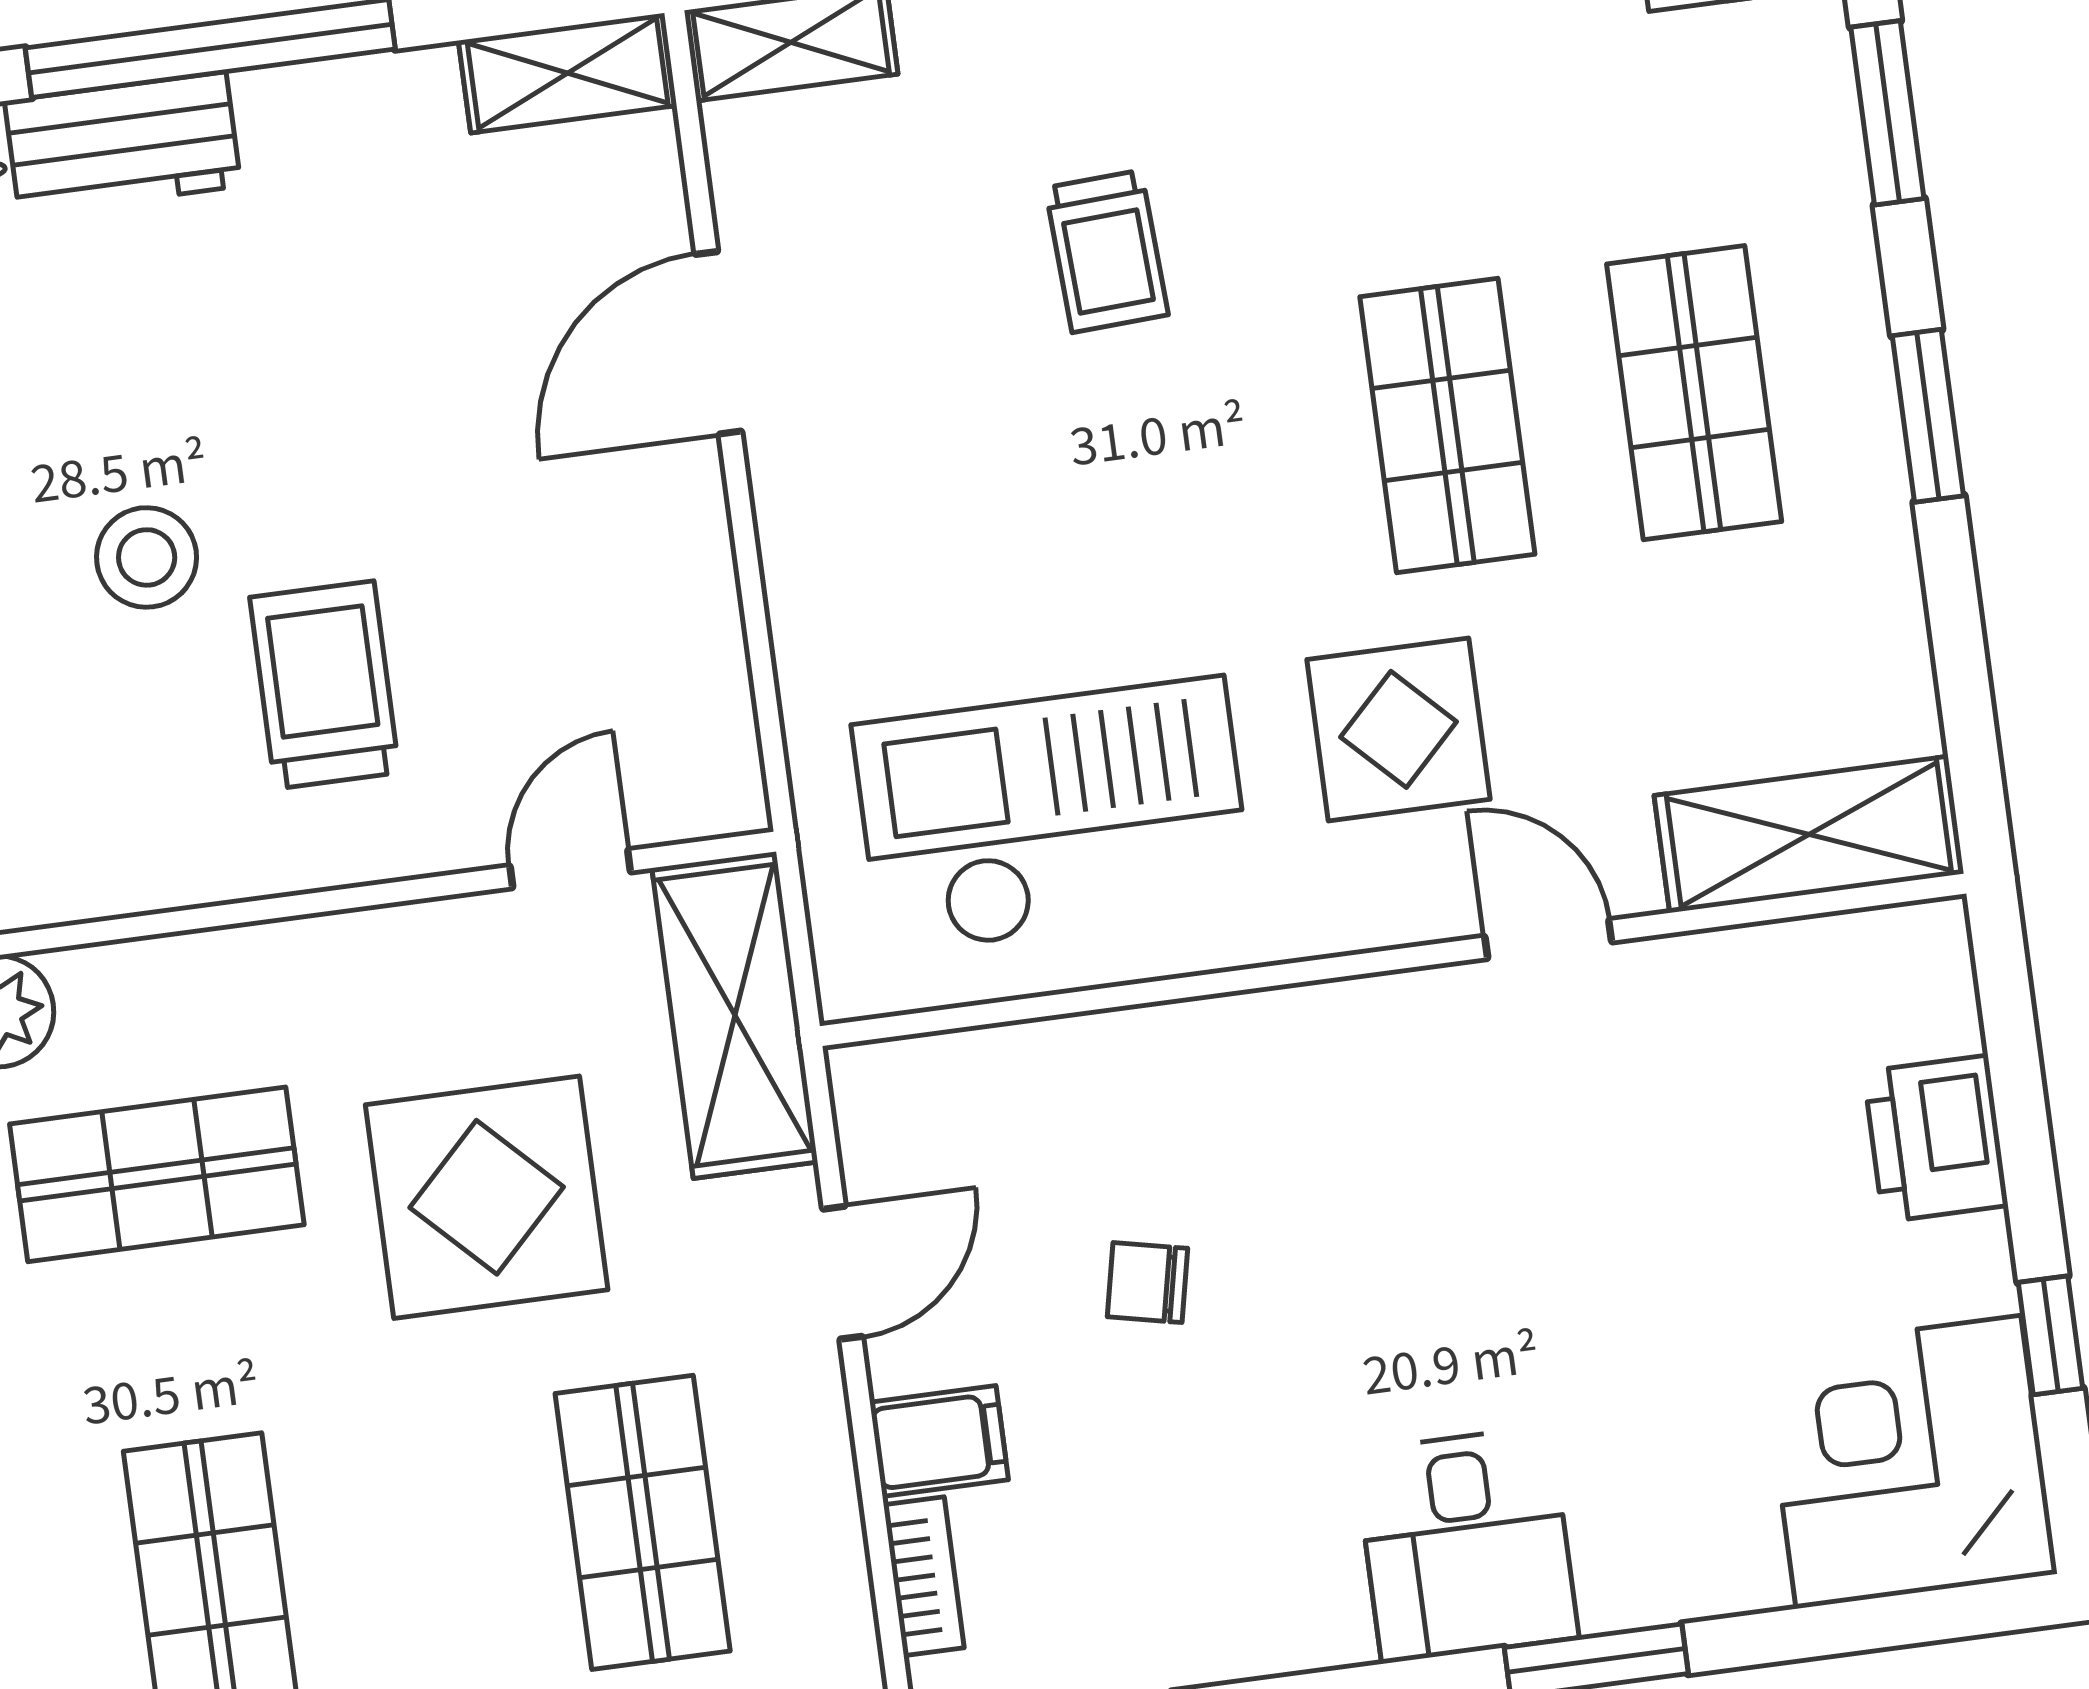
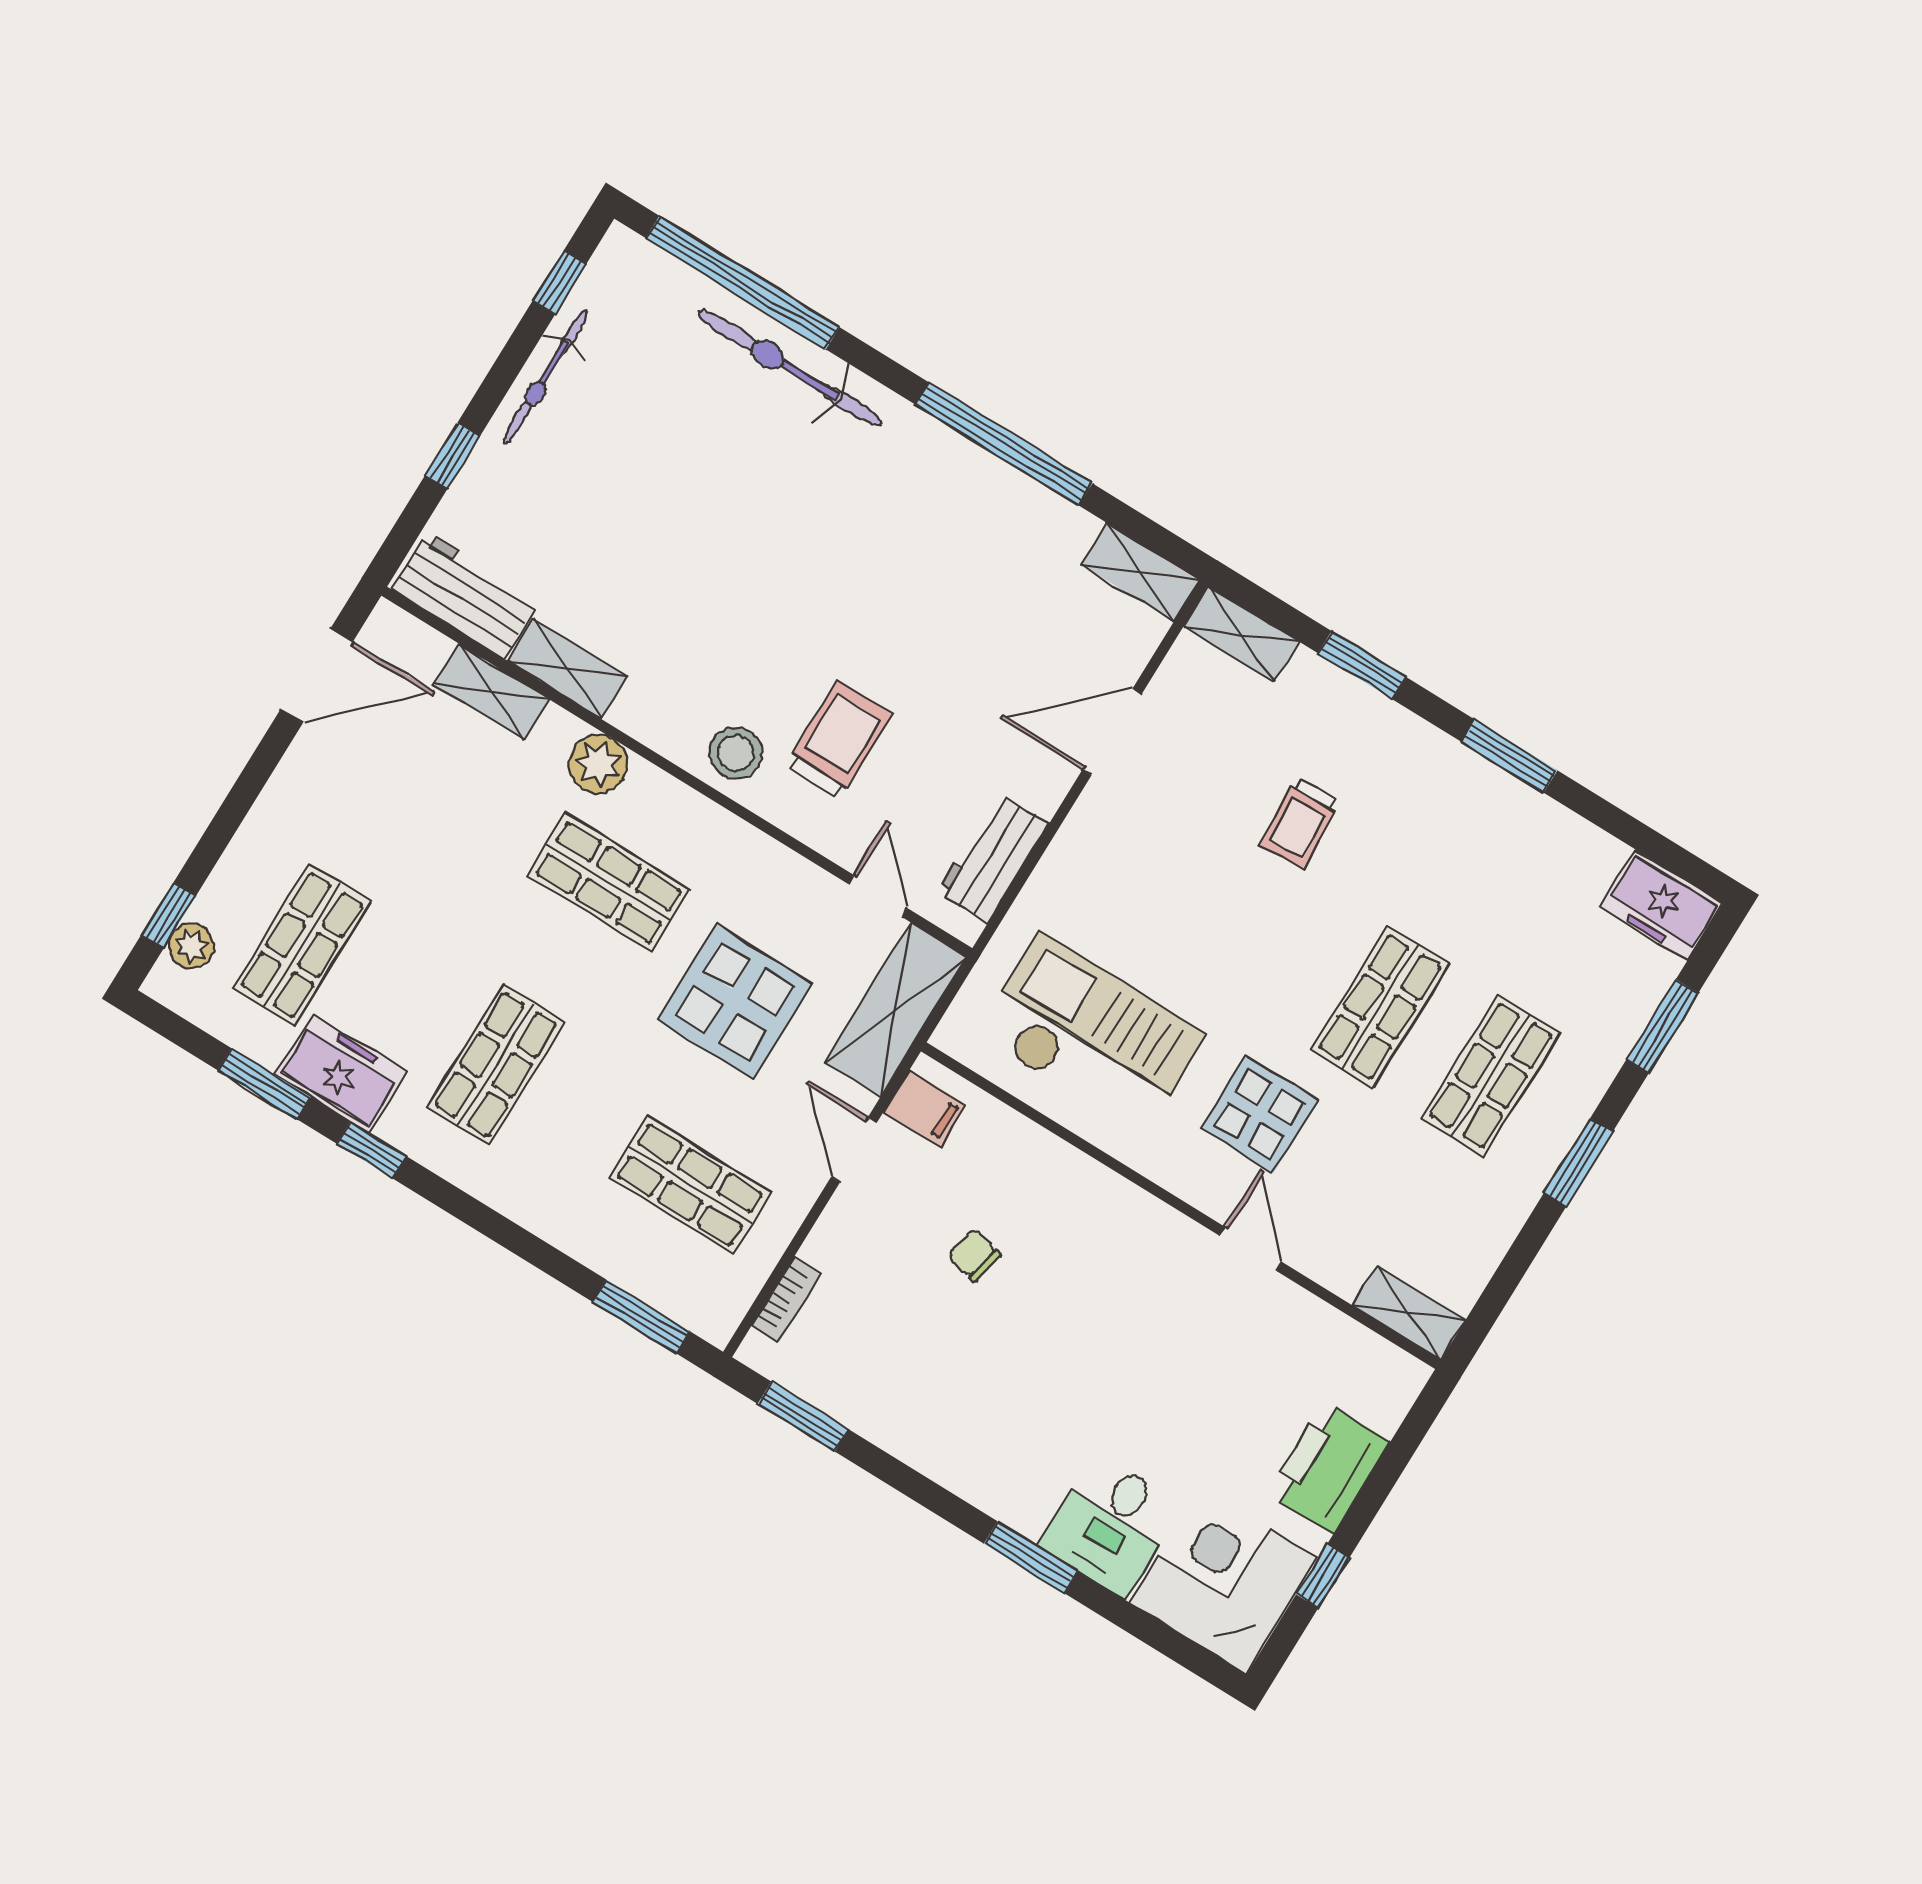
workbench: (123, 144) -> (993, 858), moved, turned 90
stool: (147, 557) -> (736, 753), moved
shelving: (1809, 834) -> (1409, 1313), width x0.67, depth x0.75
door: (570, 869) -> (878, 896), hinge flipped
printer: (1936, 1139) -> (1328, 1468), width x1.37, depth x1.19
door: (843, 1273) -> (854, 1150), swing flipped
filing cabinet: (939, 1441) -> (925, 1108), moved
shop shelf: (643, 1522) -> (690, 1185), turned 90
desk: (1466, 1545) -> (1111, 1525), moved

